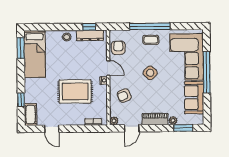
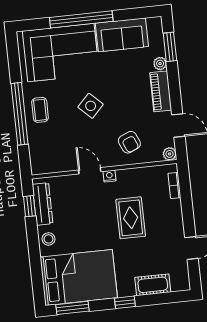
armchair: (118, 48) -> (57, 158), removed
bed: (35, 54) -> (79, 277), width x1.50
door: (108, 68) -> (90, 171), hinge flipped
rug: (75, 91) -> (131, 218), width x0.73, depth x0.70
window: (21, 100) -> (125, 302), moved
cot: (30, 115) -> (153, 285), moved

